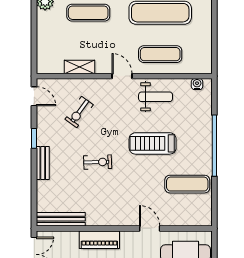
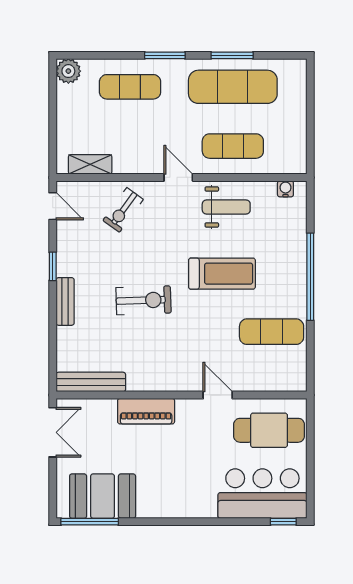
shelving: (80, 67) -> (90, 164), moved
exercise bike: (79, 112) -> (123, 210), moved
treadmill: (153, 143) -> (222, 274), turned 180
exercise bike: (98, 162) -> (143, 300), width x1.38, depth x1.39

